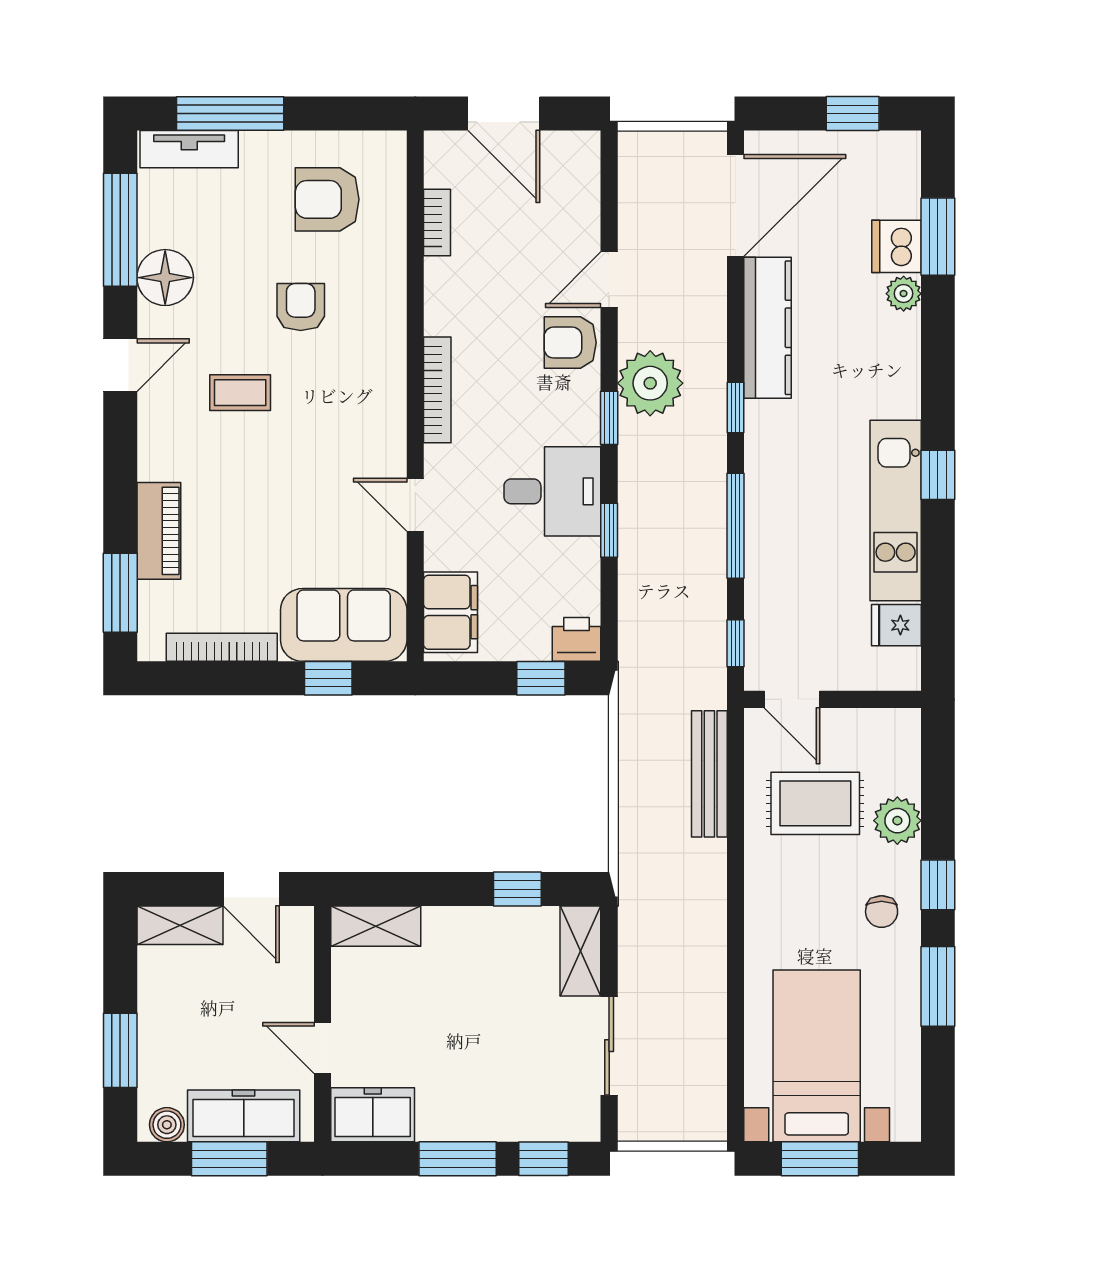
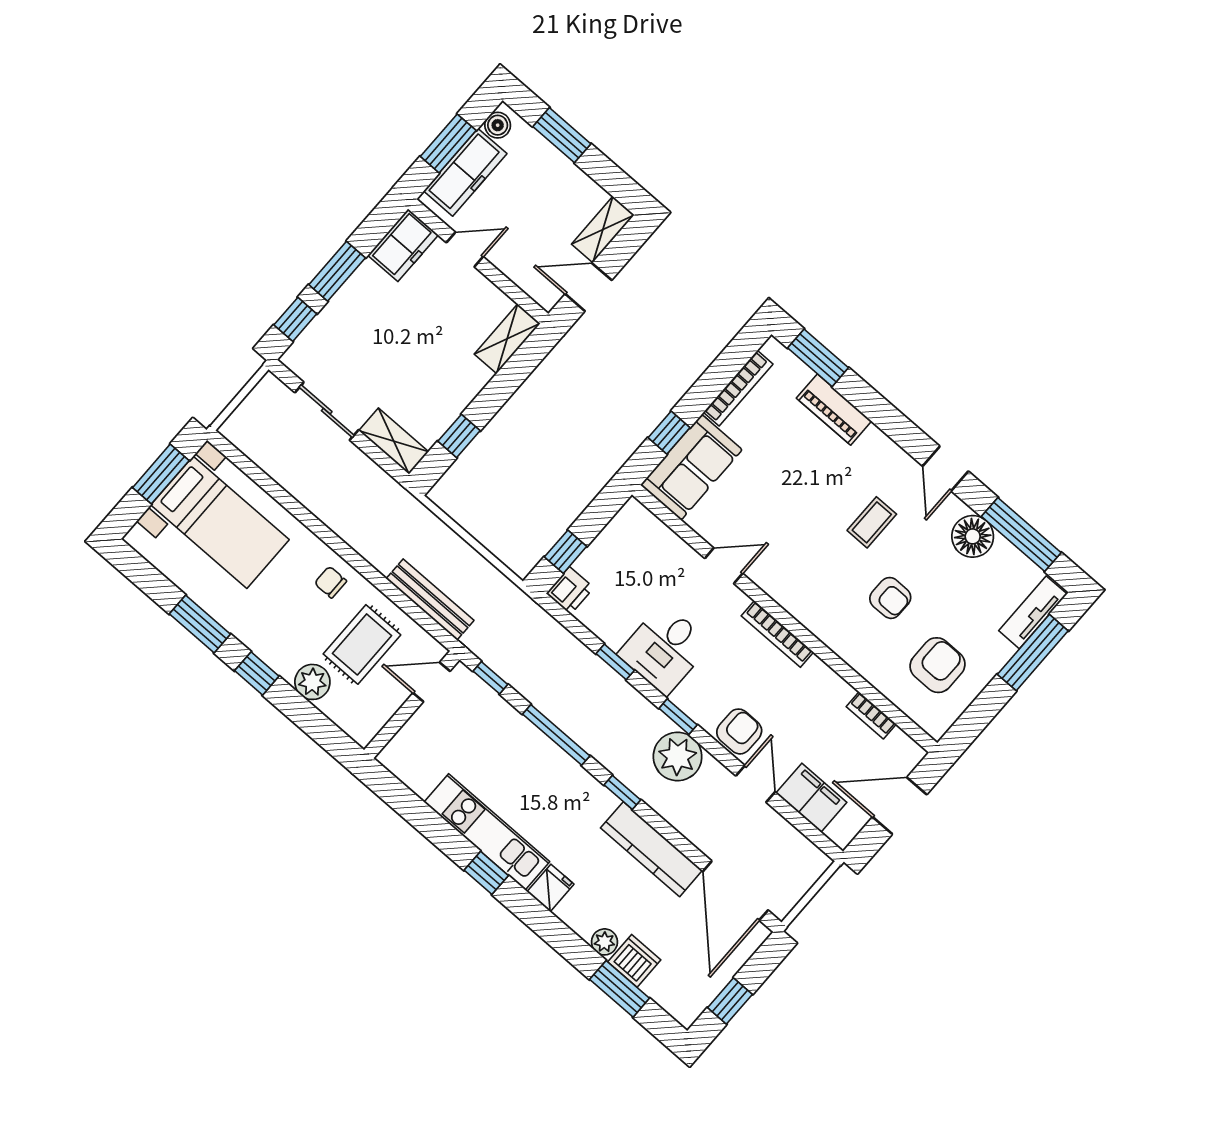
filing cabinet: (451, 612) -> (811, 798), moved, turned 180
fridge: (896, 625) -> (550, 888), moved
chair: (882, 912) -> (330, 582), moved

